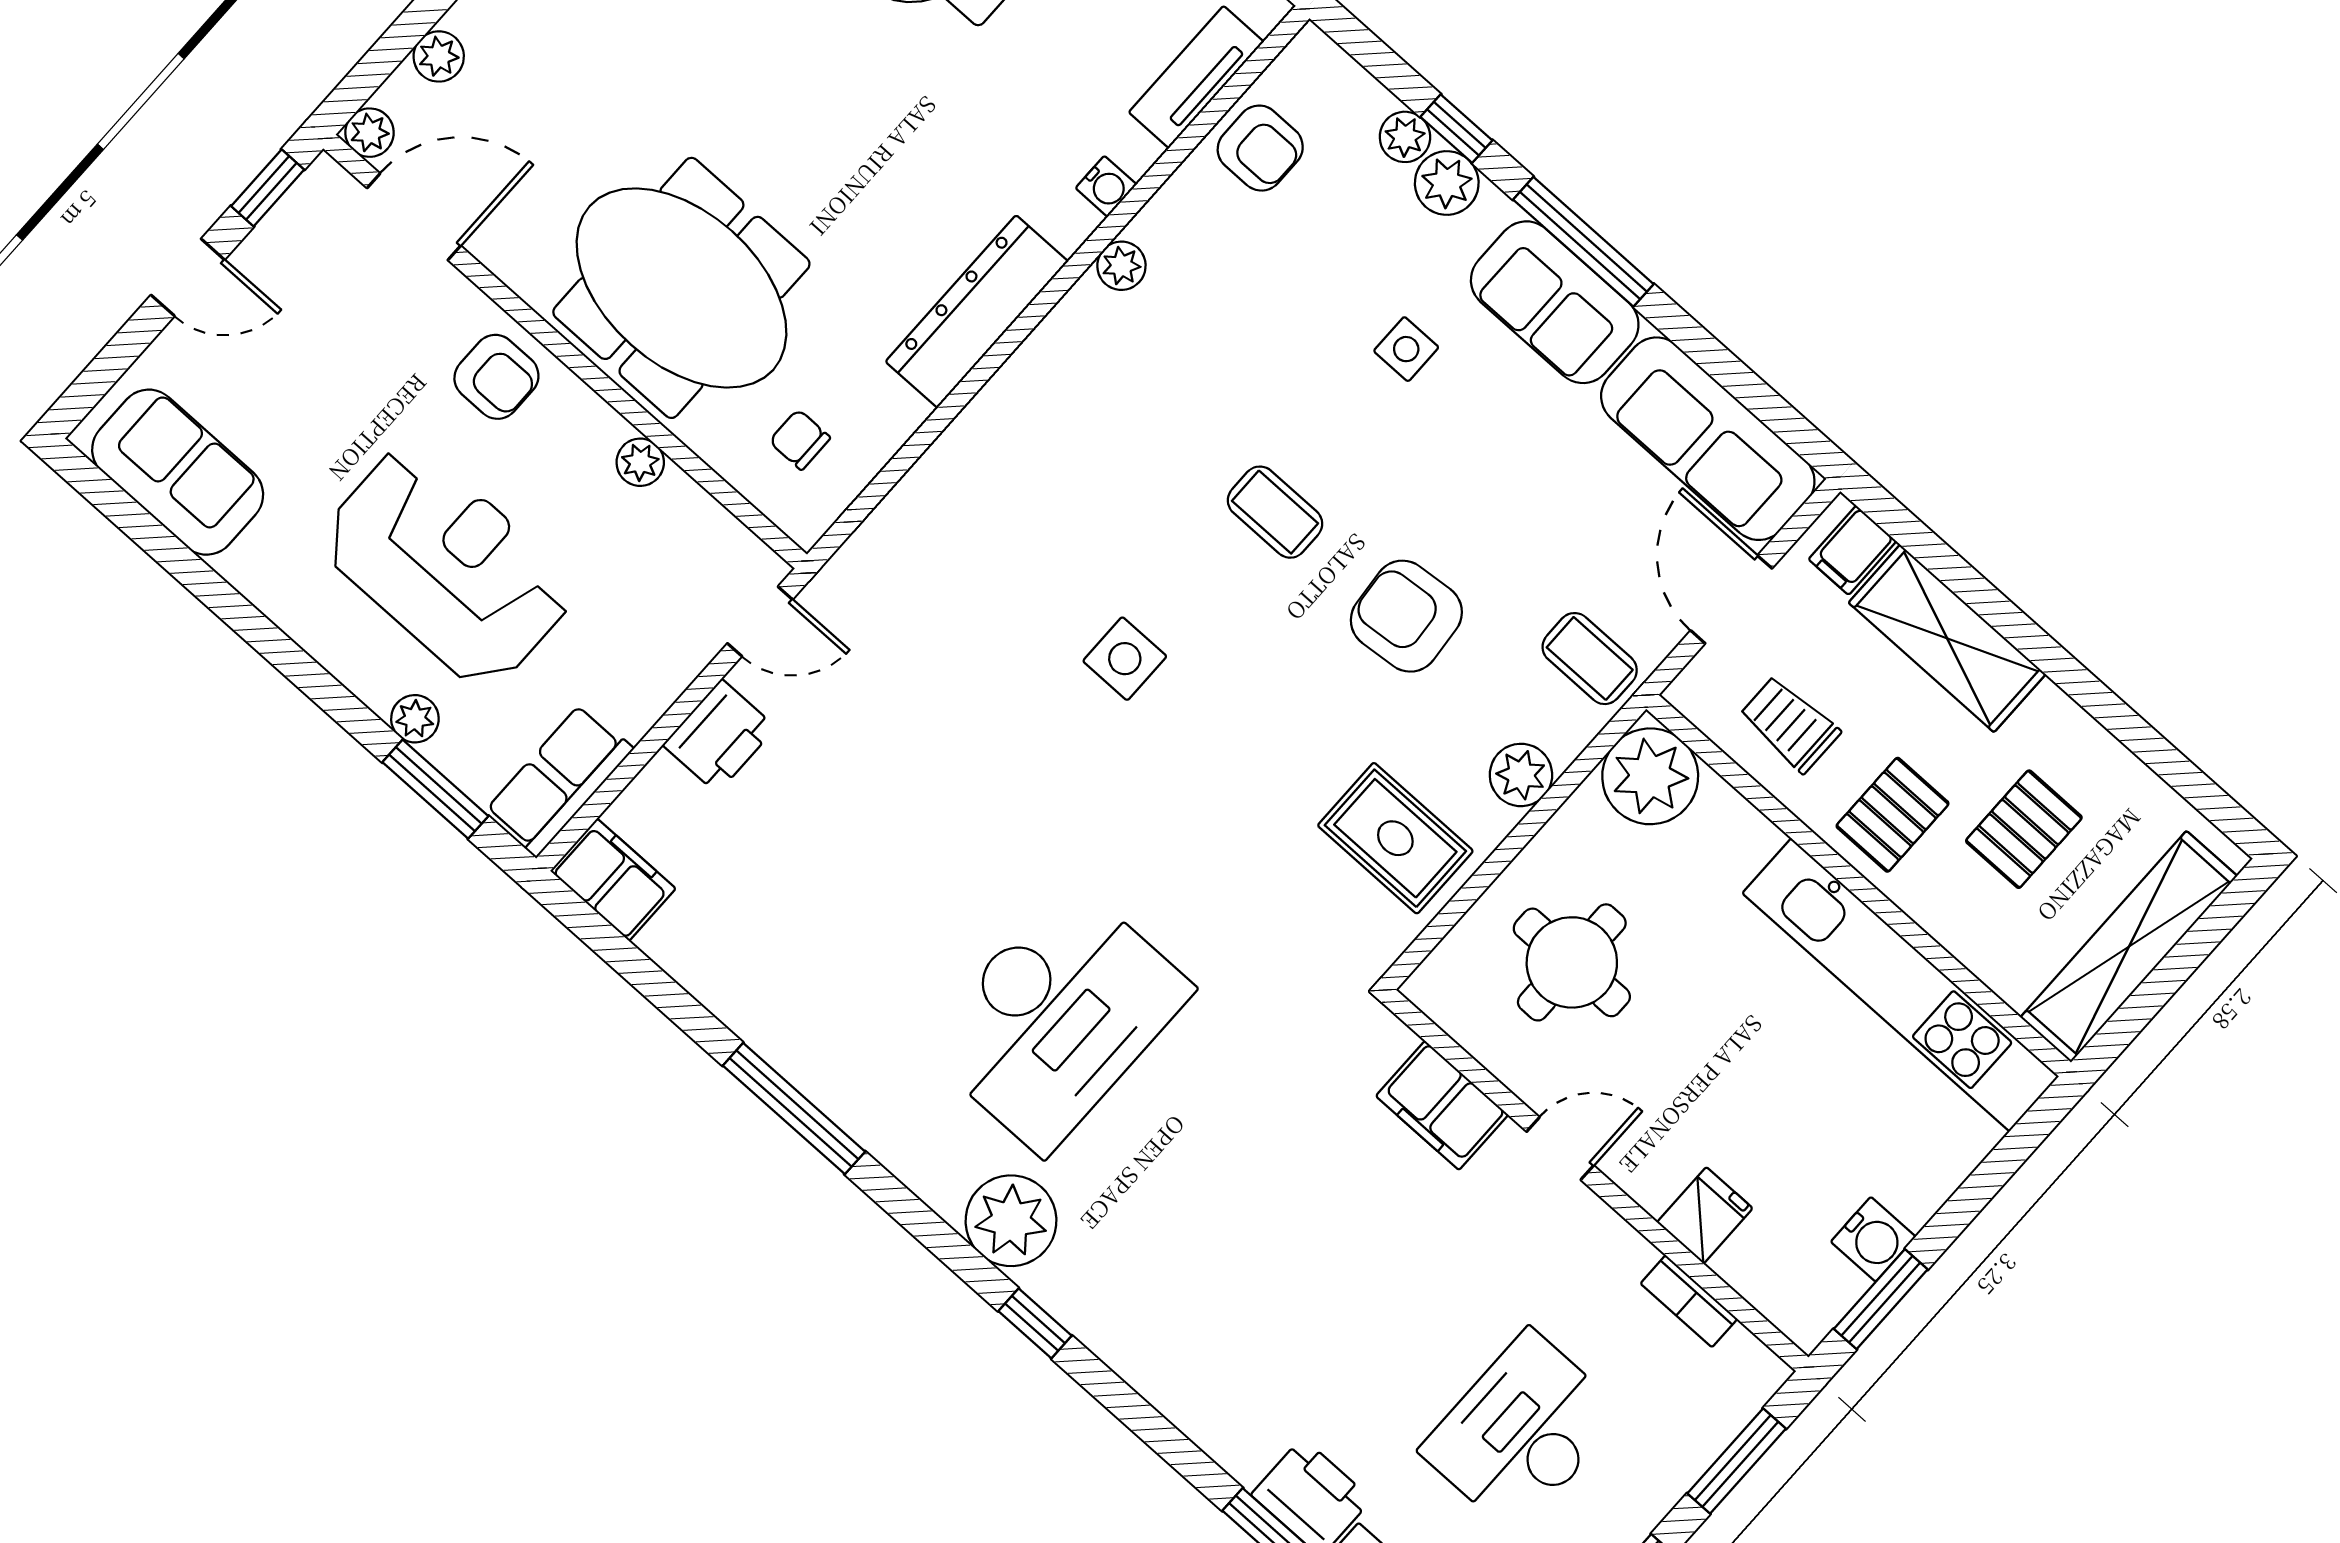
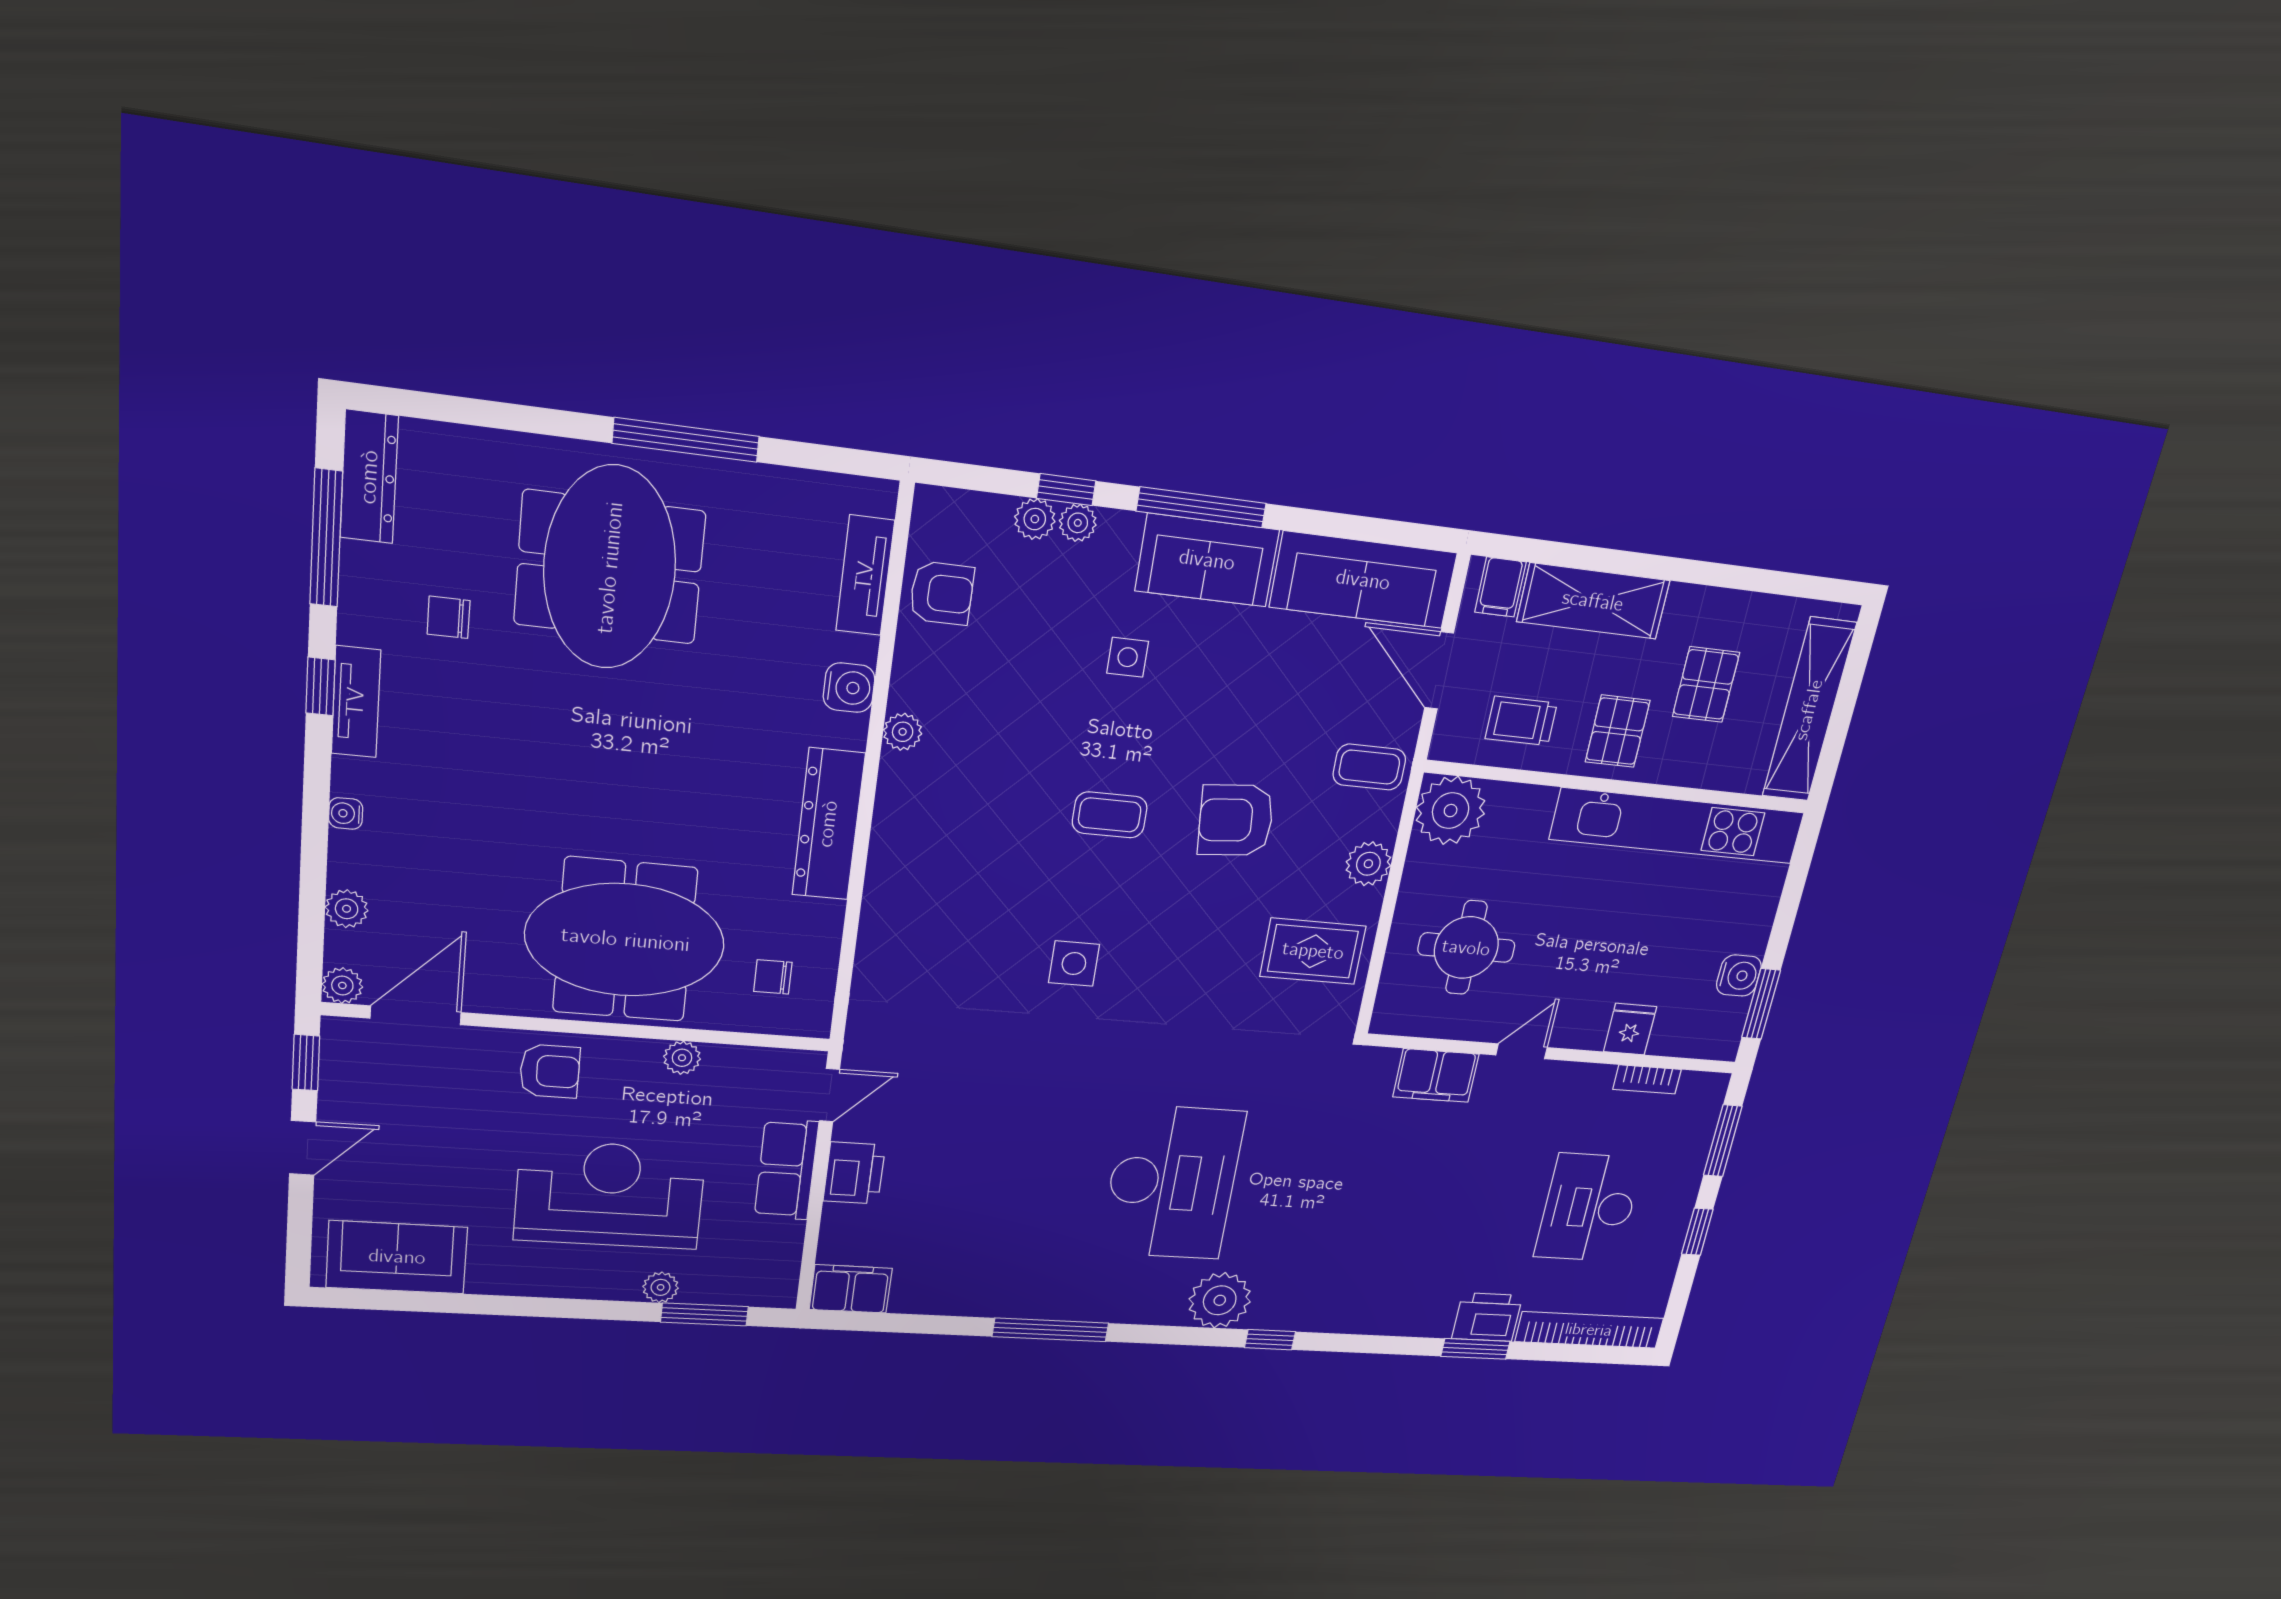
plant: (1447, 183) -> (1078, 523), width x0.73, depth x0.73
water cooler: (1106, 186) -> (849, 688), width x1.38, depth x1.38
row of seats: (559, 780) -> (786, 1169), moved

